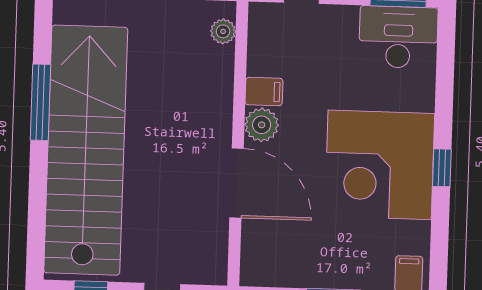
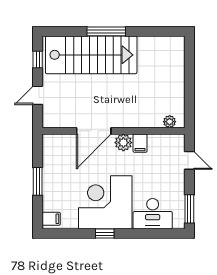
desk: (398, 37) -> (153, 214), moved, turned 90
window: (40, 102) -> (106, 31), moved
stairs: (86, 150) -> (91, 55), width x0.73

